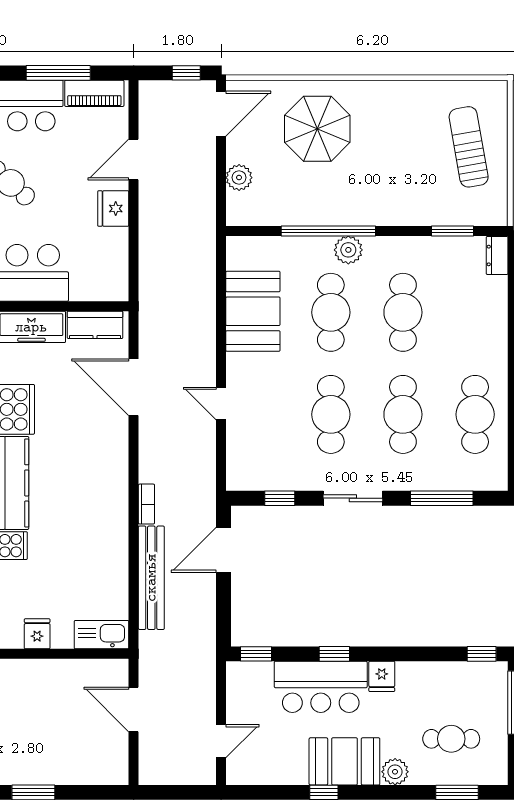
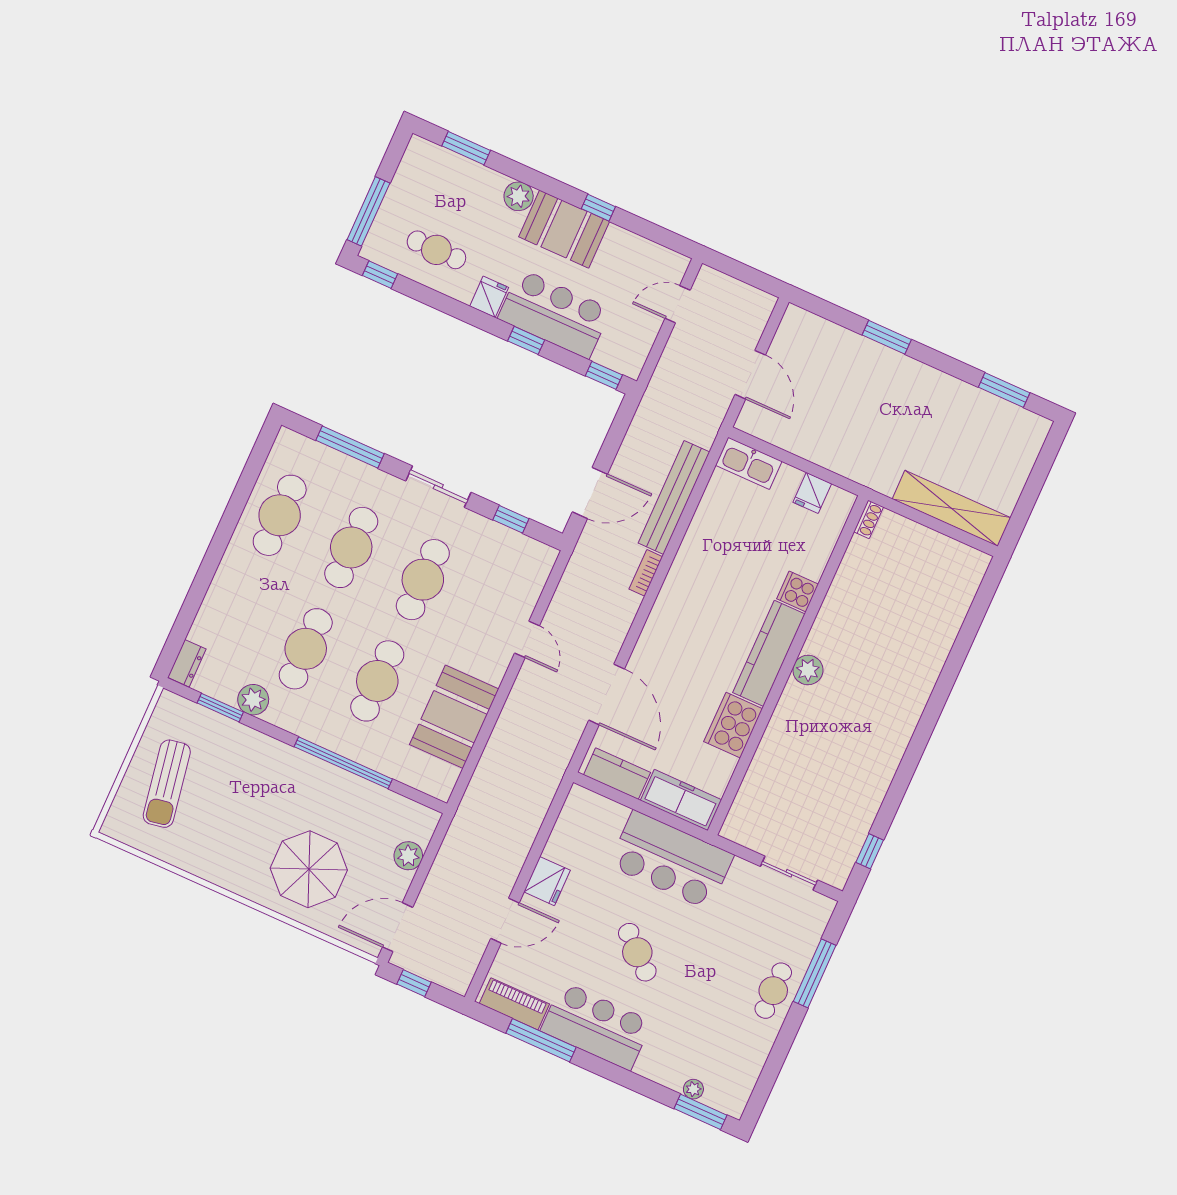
plant: (348, 250) -> (253, 700), moved
cafe table: (451, 739) -> (436, 250), moved

